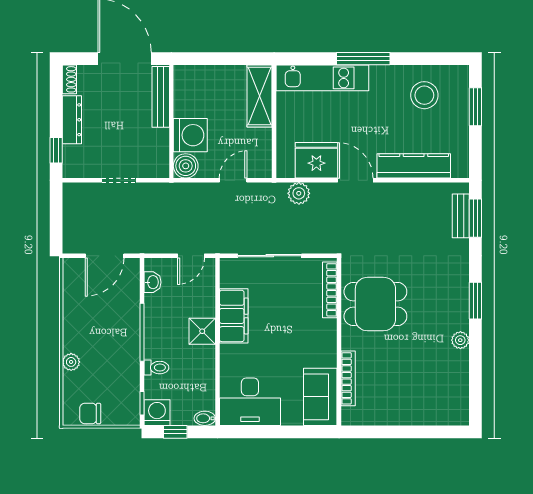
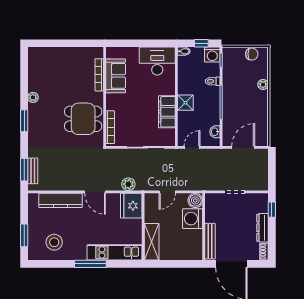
fridge: (316, 160) -> (131, 206), moved, turned 90
sofa: (320, 397) -> (116, 76), moved

